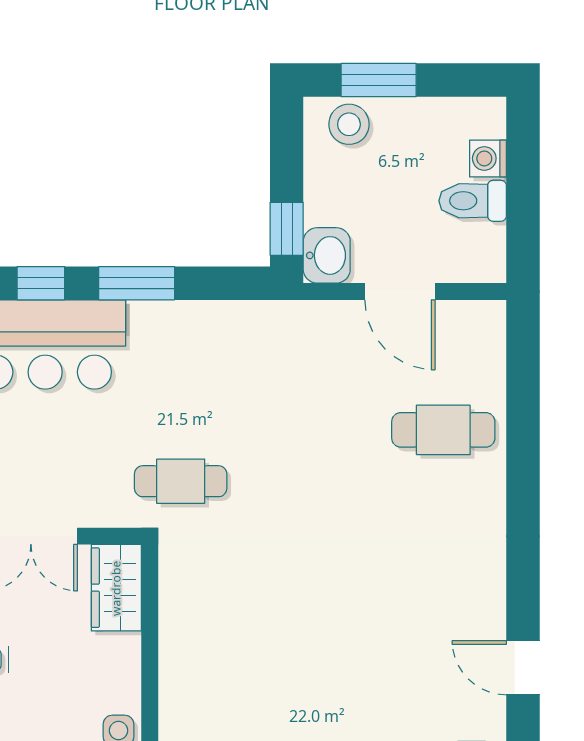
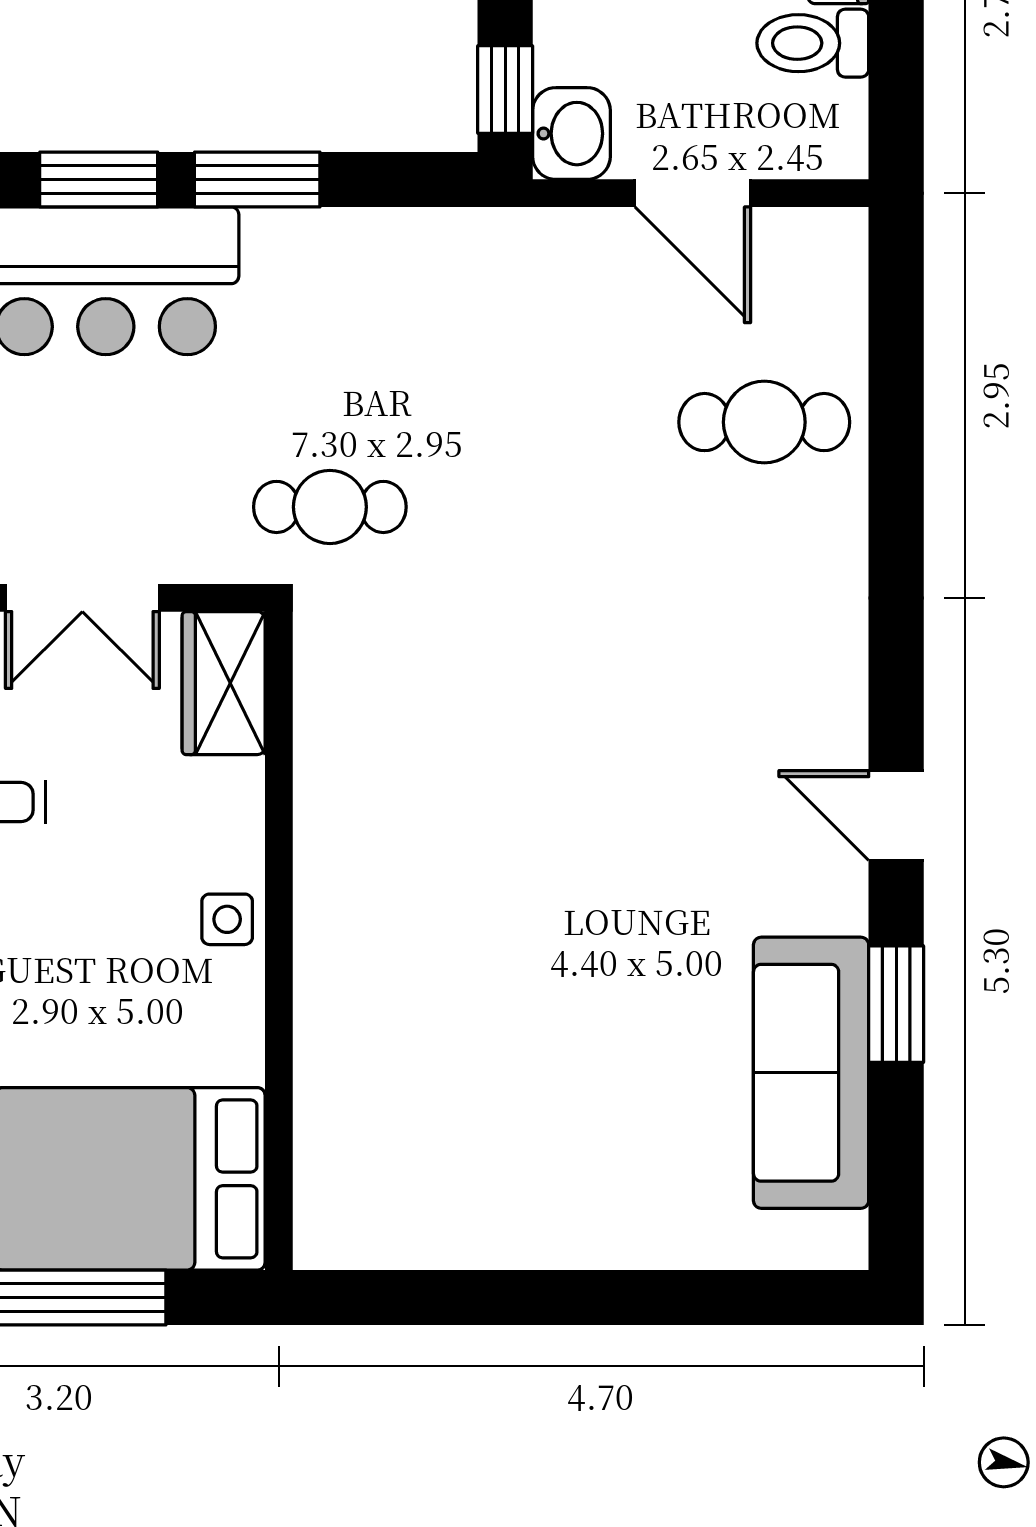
window: (41, 283) -> (99, 179), width x1.50

